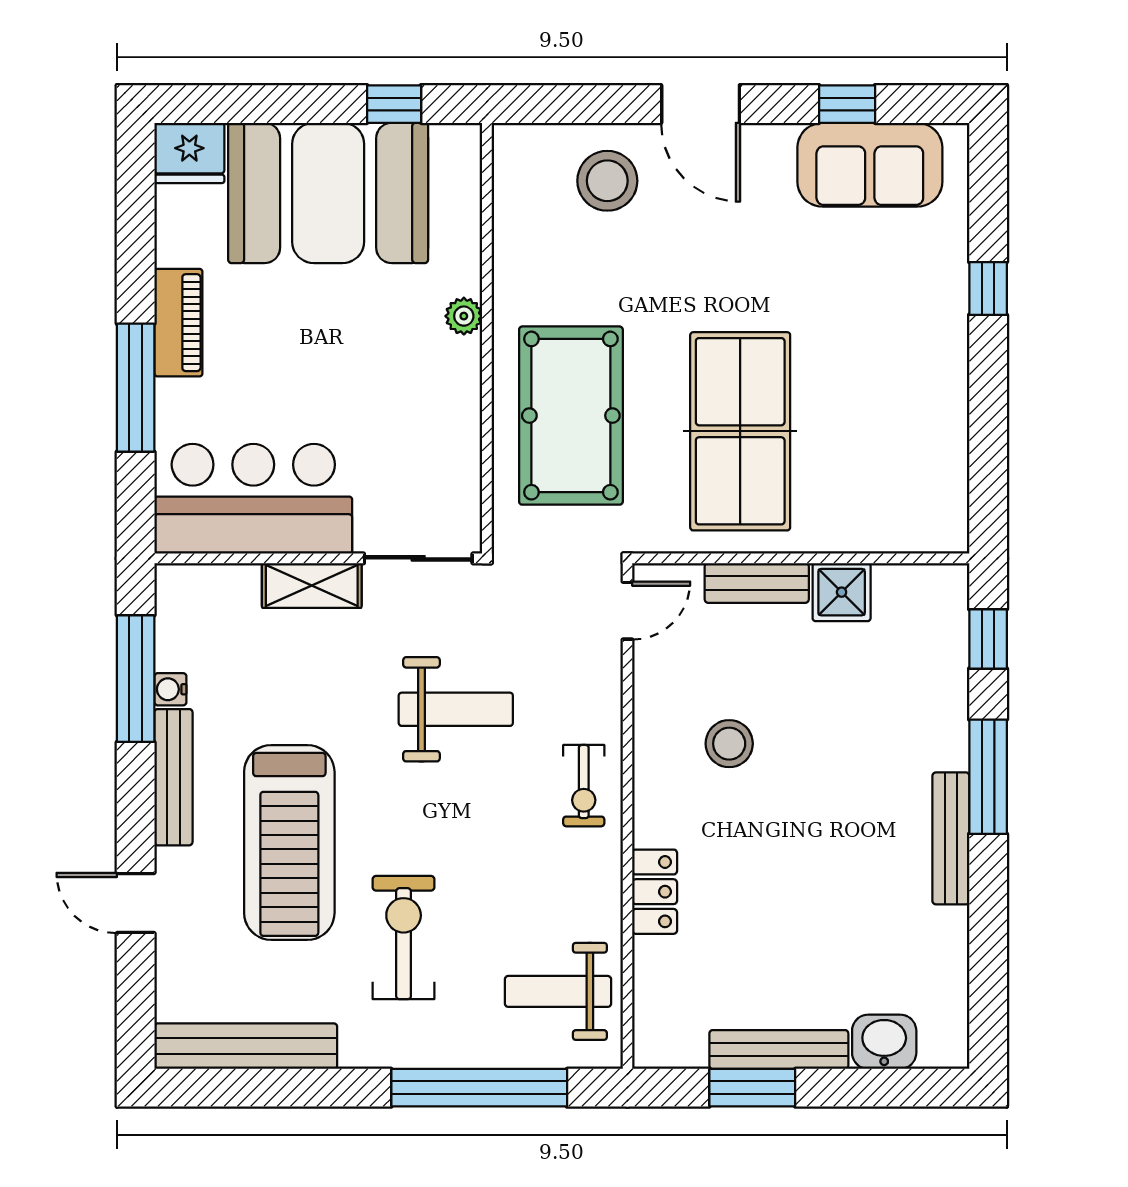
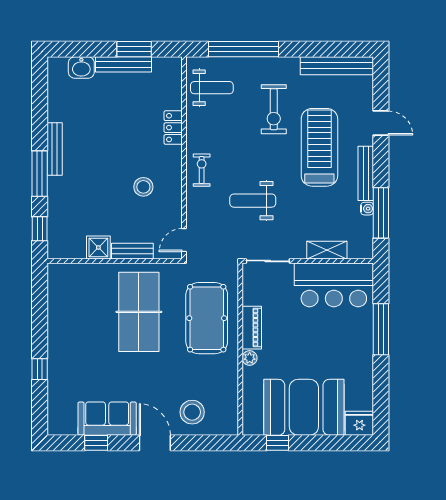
sofa: (870, 165) -> (107, 419), moved
piano: (178, 323) -> (252, 328), moved, turned 180
shelving: (312, 585) -> (327, 250), moved

